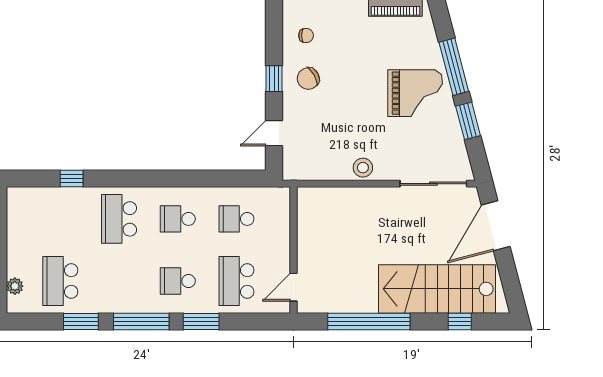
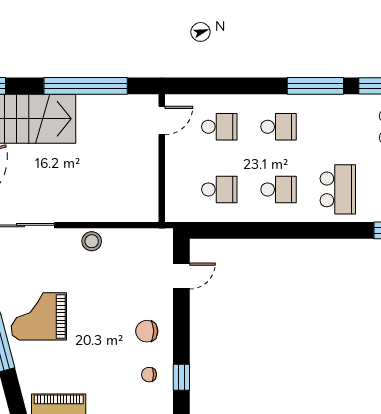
window: (274, 79) -> (181, 377), moved
chair: (308, 79) -> (147, 331), turned -150
school desk: (236, 281) -> (219, 127), width x0.54
window: (201, 321) -> (255, 86), removed

